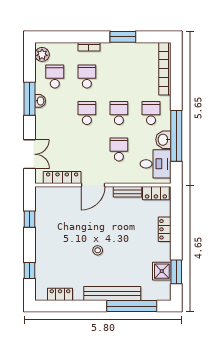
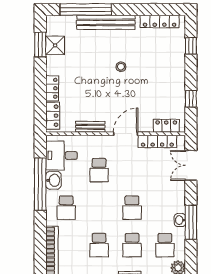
school desk: (119, 113) -> (99, 245), moved
locker: (54, 193) -> (166, 126), added
locker: (156, 193) -> (53, 116), moved, turned 90
locker: (60, 294) -> (160, 21), width x1.53

